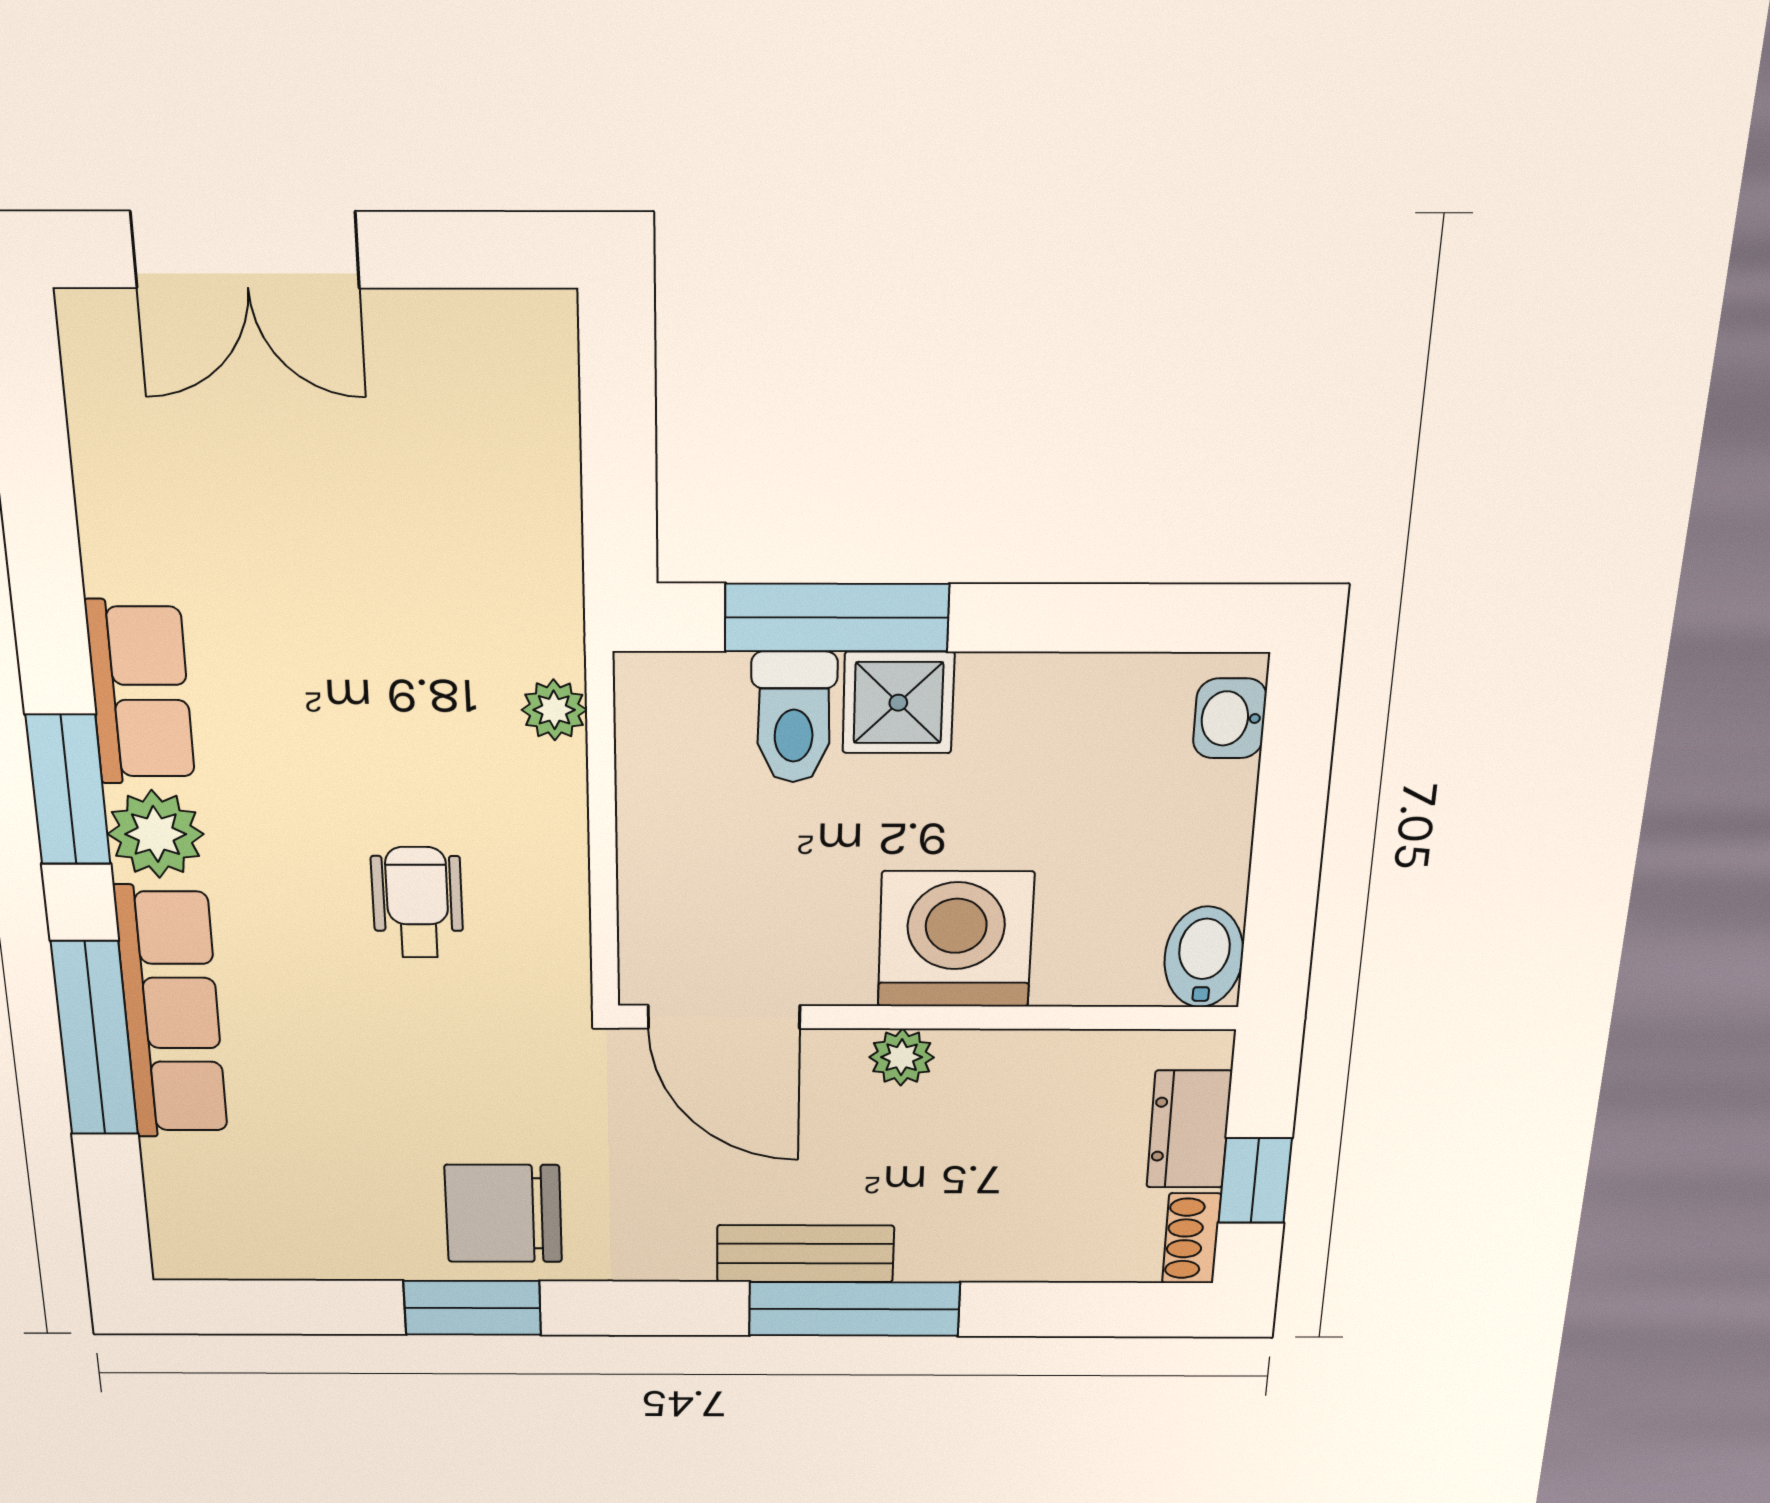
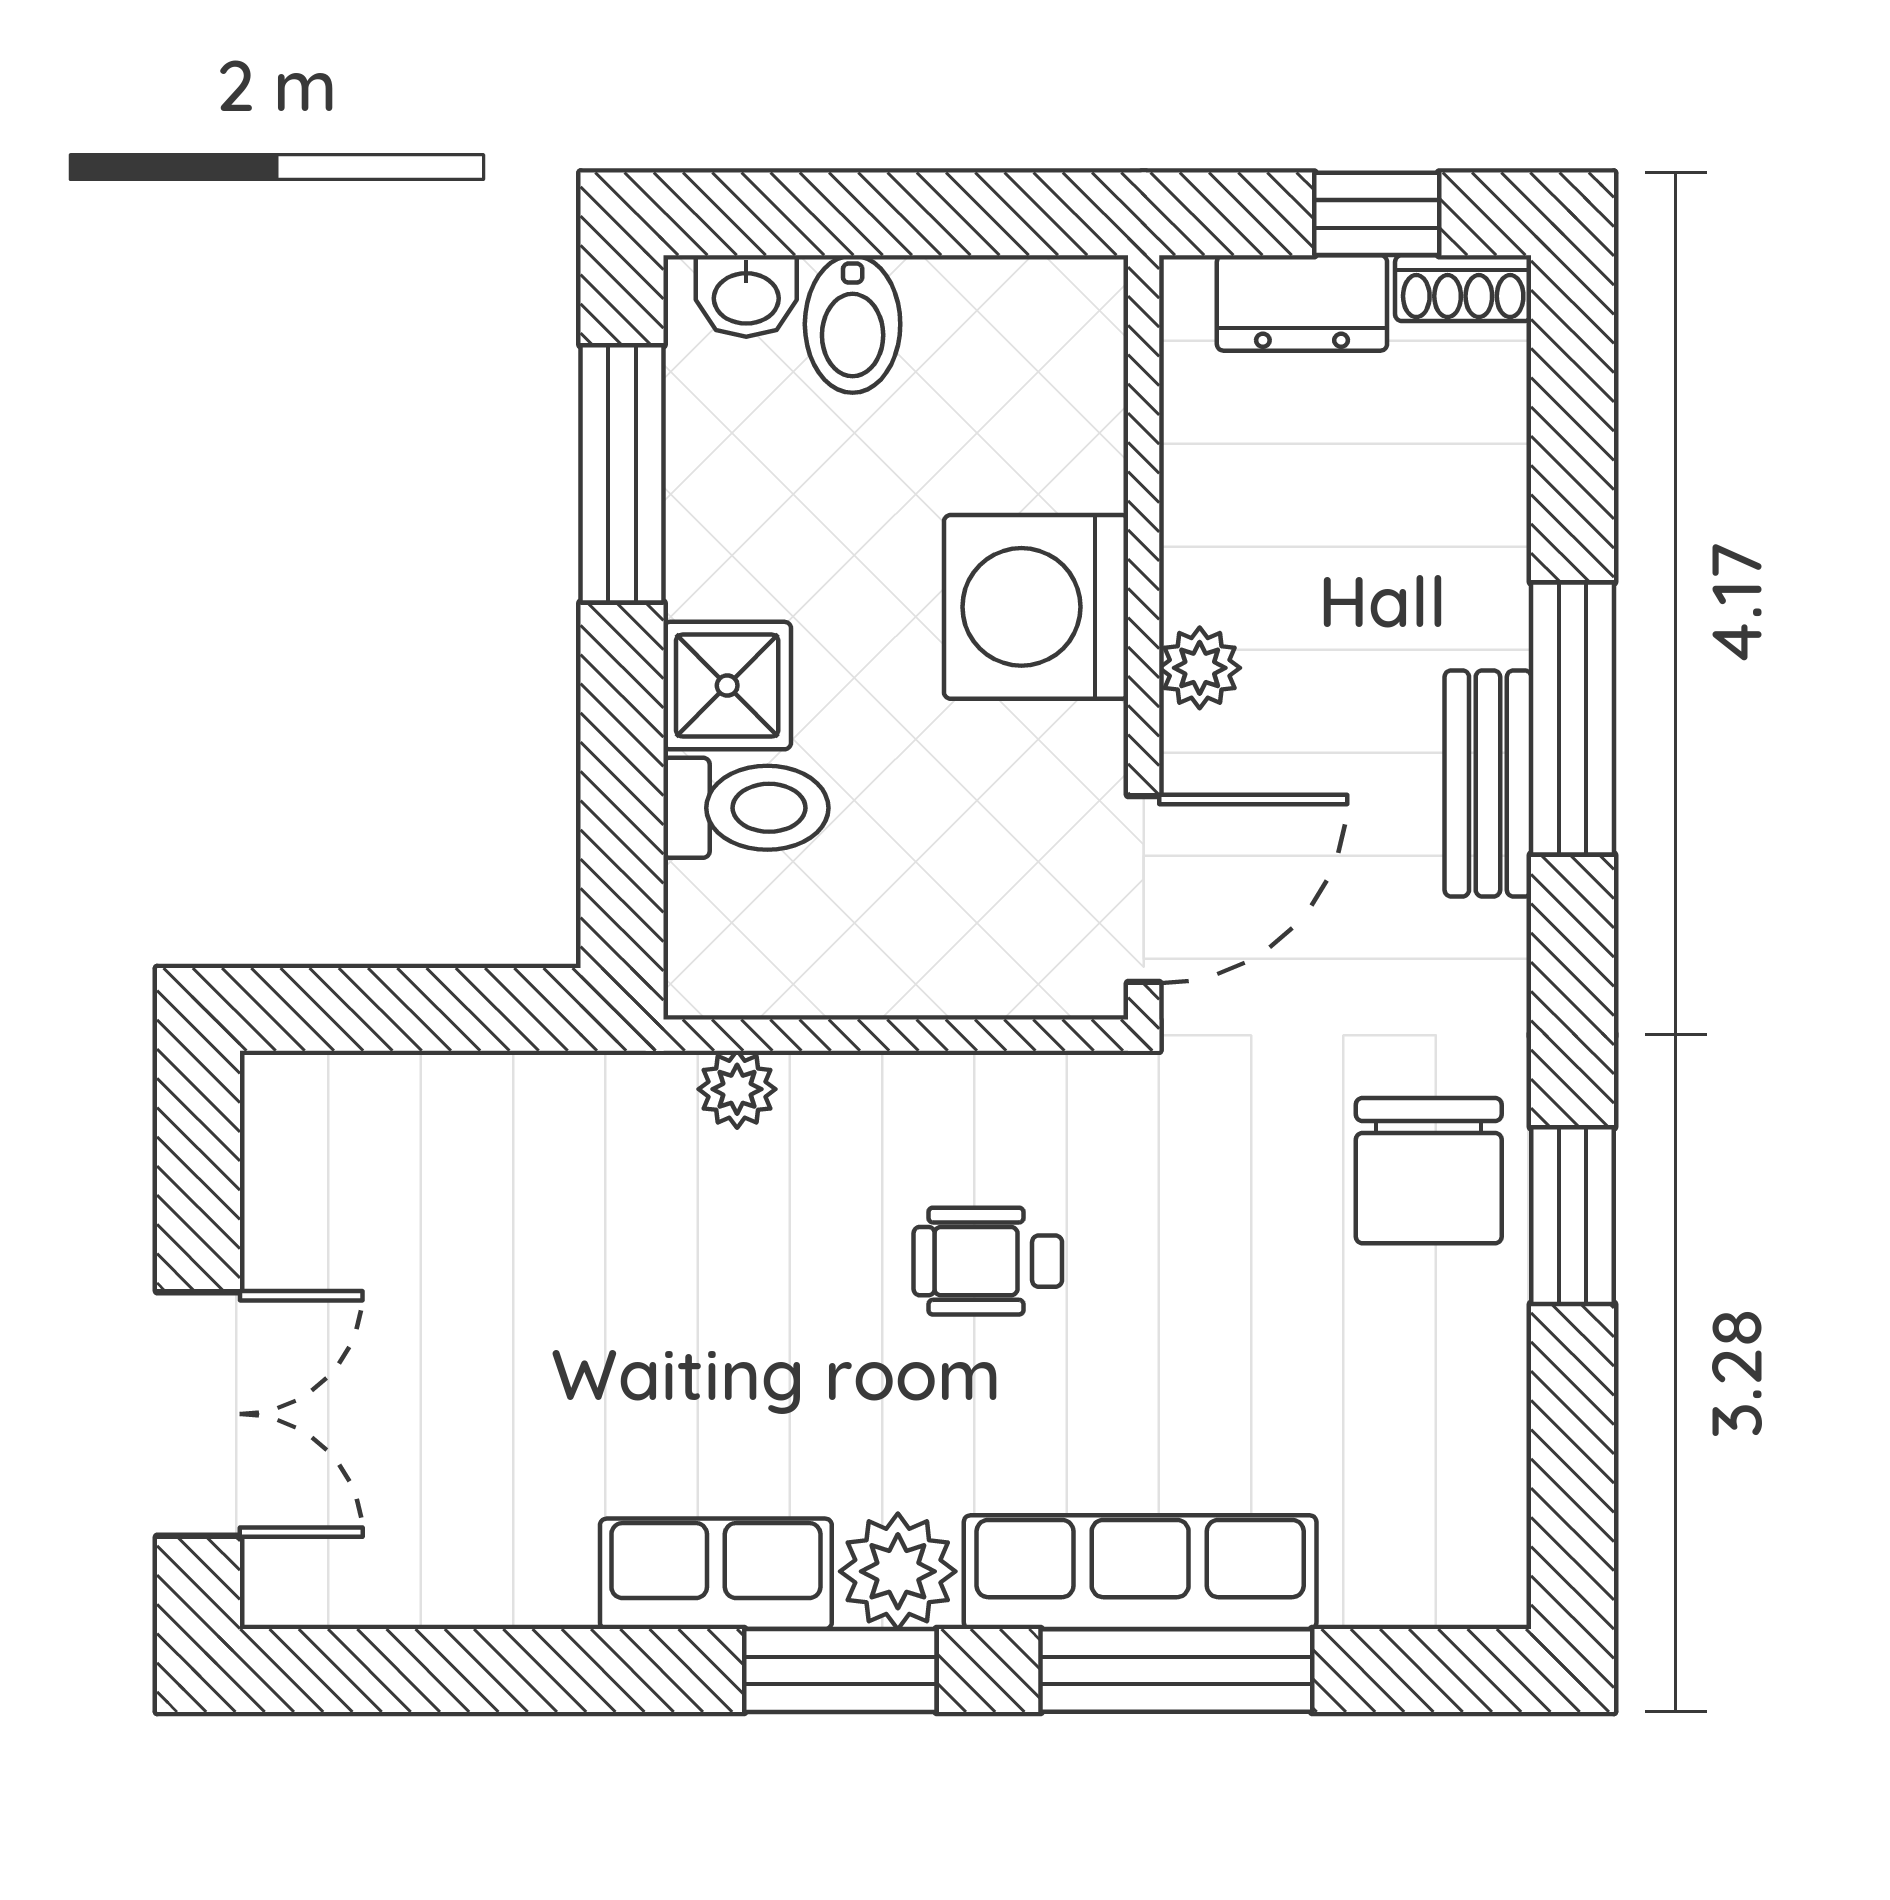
window: (837, 618) -> (622, 474), moved
bidet: (1204, 957) -> (853, 324), moved, turned -90

